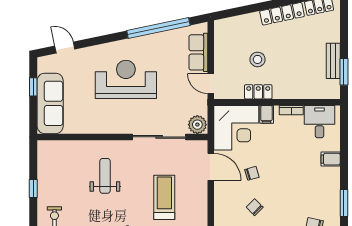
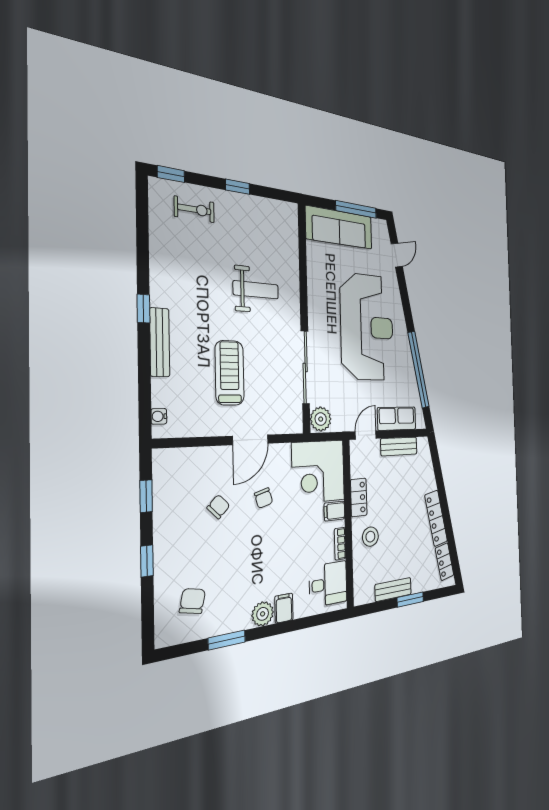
bench: (221, 51) -> (399, 446), added
stool: (258, 59) -> (370, 537), moved
window: (344, 72) -> (410, 600), moved
reception desk: (126, 79) -> (367, 327), width x1.36, depth x1.30
window: (33, 87) -> (356, 209), width x2.17
door: (211, 167) -> (250, 440), moved
plant: (332, 176) -> (263, 614), added
treadmill: (164, 197) -> (230, 373), turned -90

